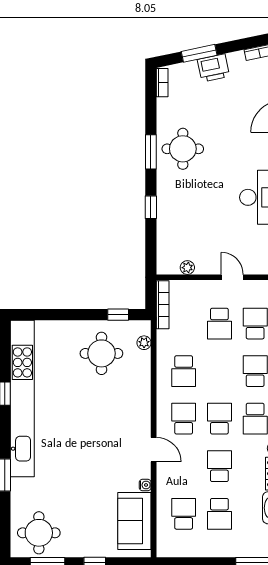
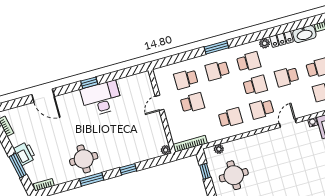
plant: (187, 268) -> (166, 150), moved
school desk: (219, 419) -> (255, 85), turned 180

